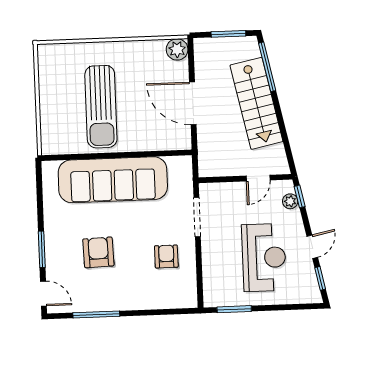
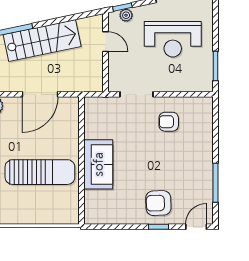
sofa: (113, 180) -> (98, 164), width x0.54, depth x0.79
window: (42, 249) -> (159, 227), width x0.67
armchair: (98, 252) -> (158, 203), moved
reception desk: (264, 258) -> (173, 39), turned 180

